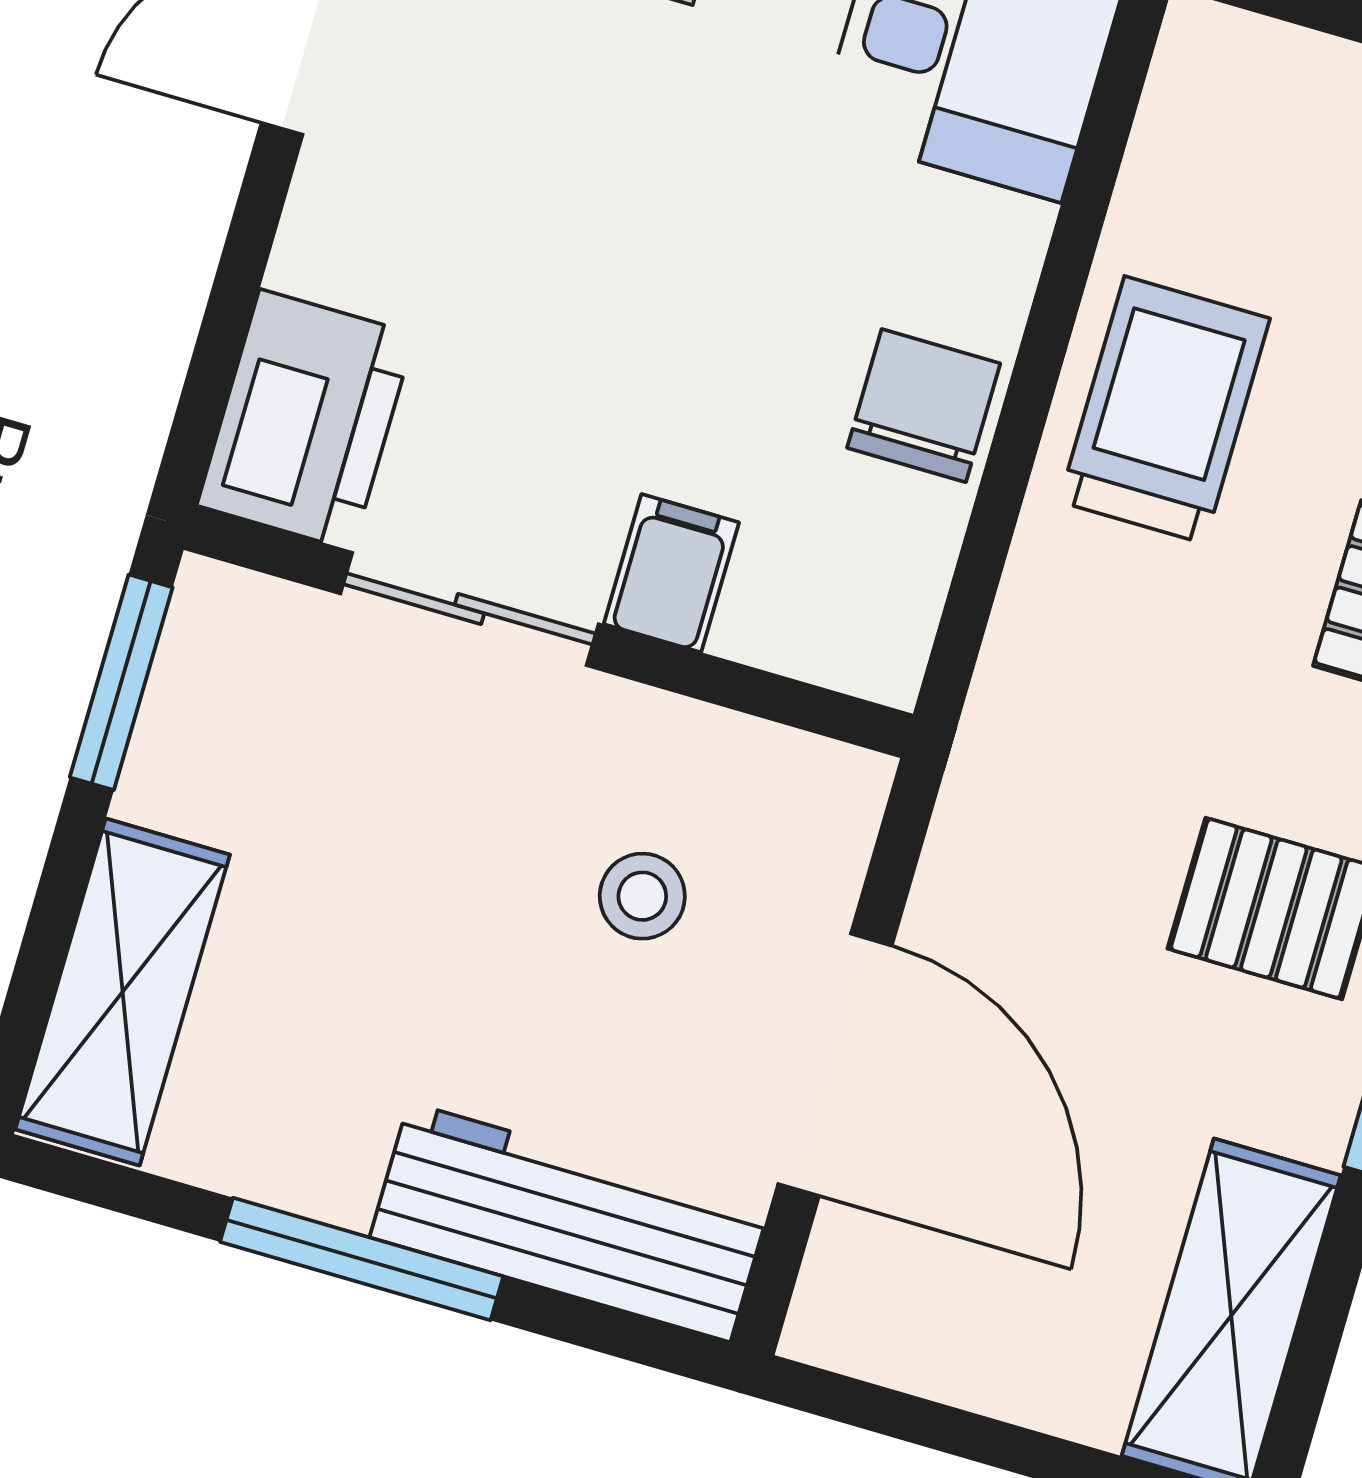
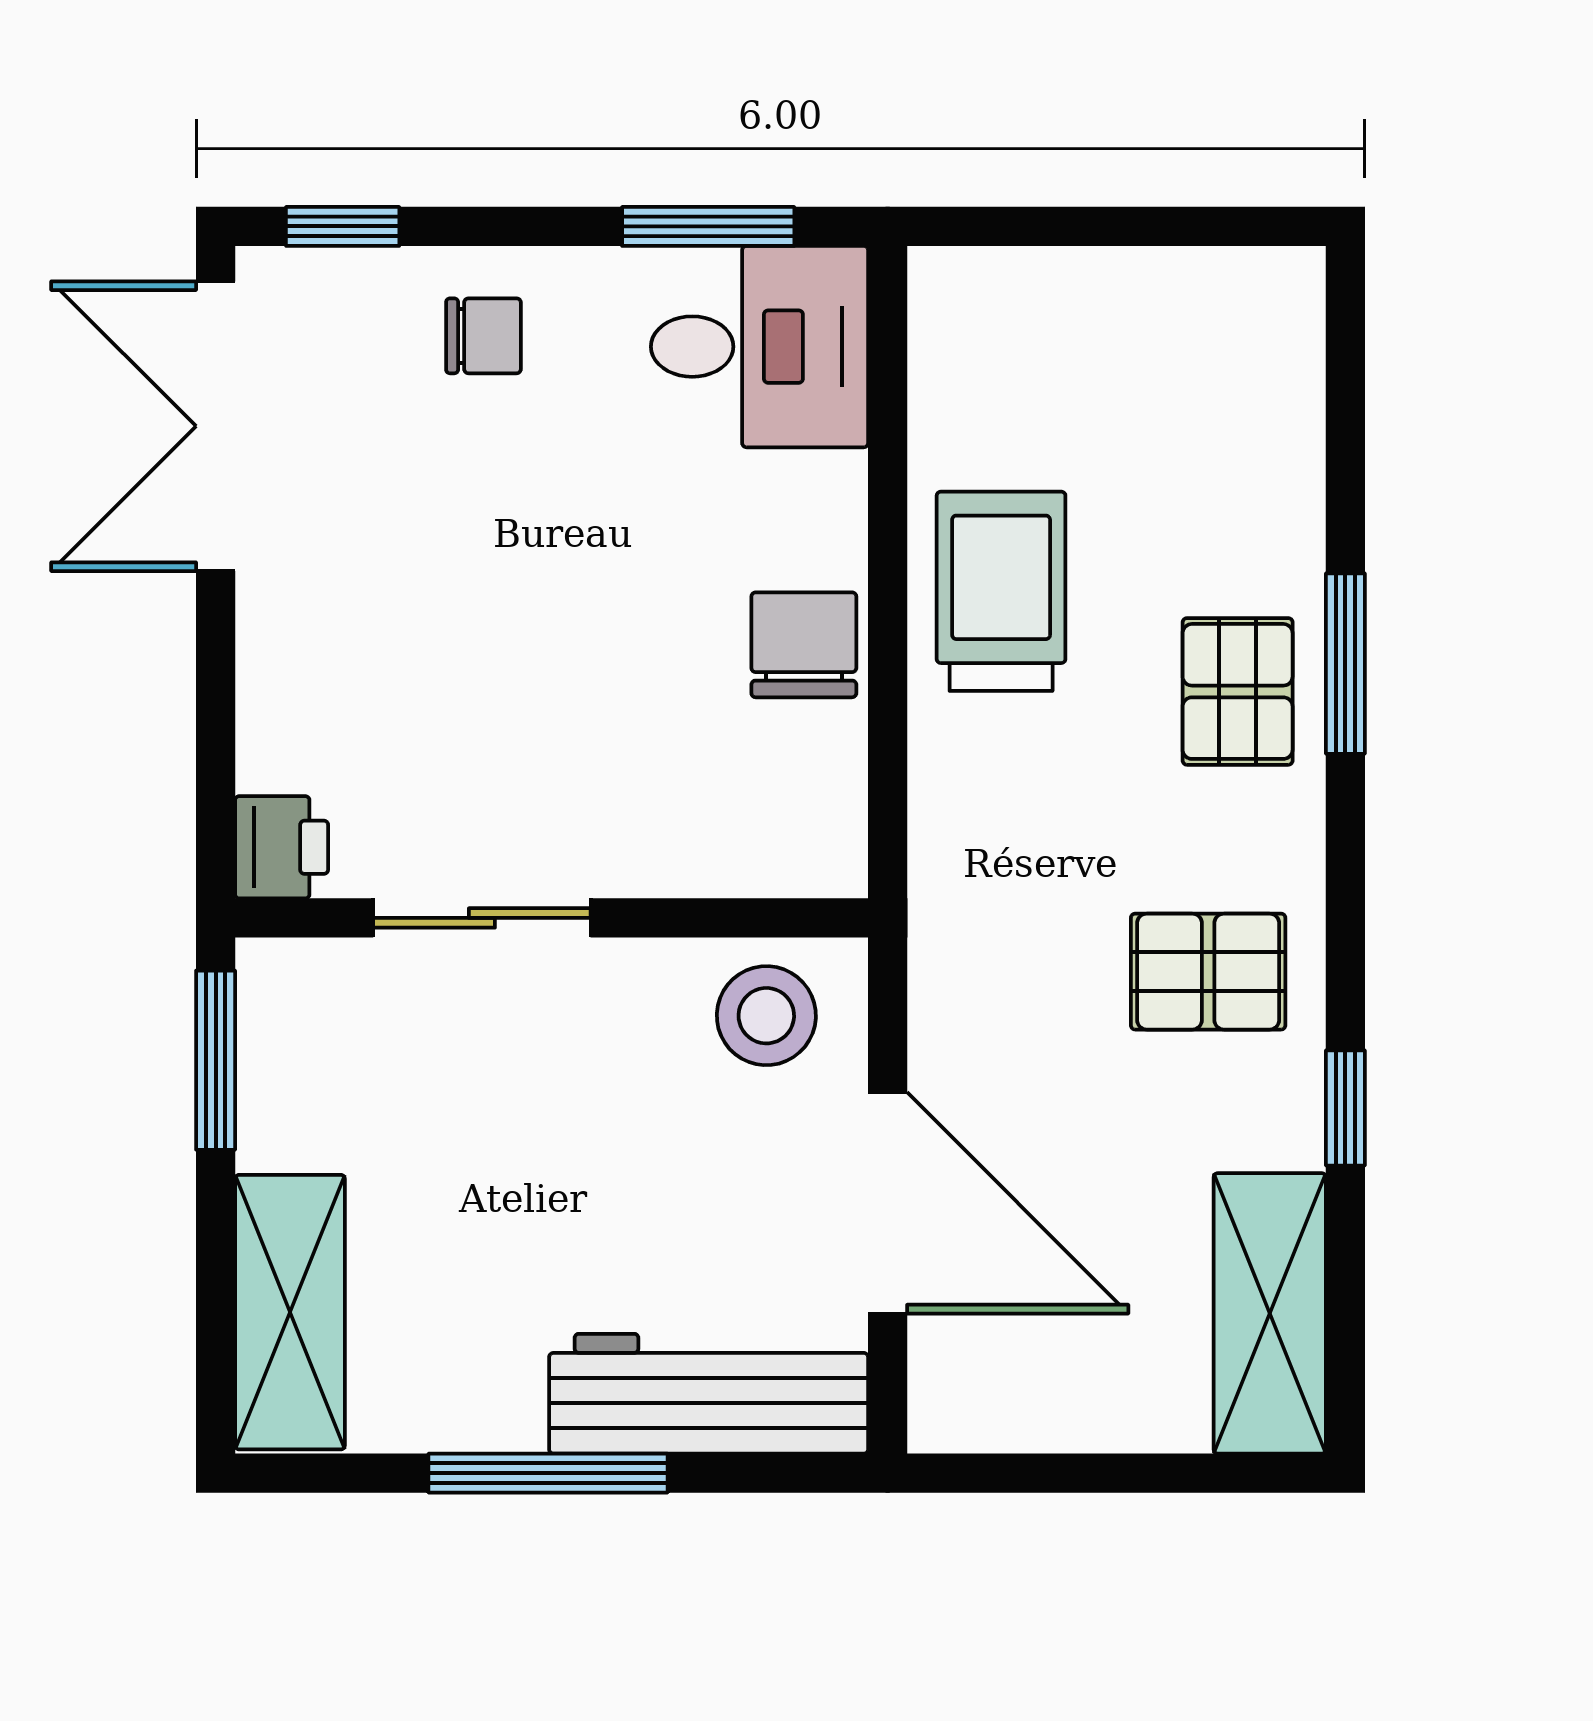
printer: (306, 420) -> (282, 847), width x0.53, depth x0.68
filing cabinet: (671, 573) -> (638, 841), removed
stool: (642, 896) -> (766, 1016), moved, width x1.37, depth x1.37

